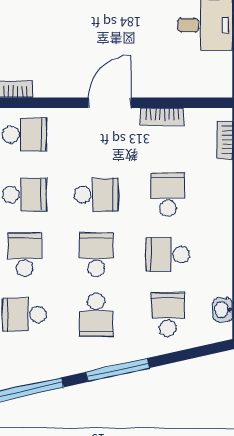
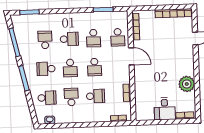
door: (110, 103) -> (131, 56), moved
school desk: (96, 255) -> (70, 68), turned 90

